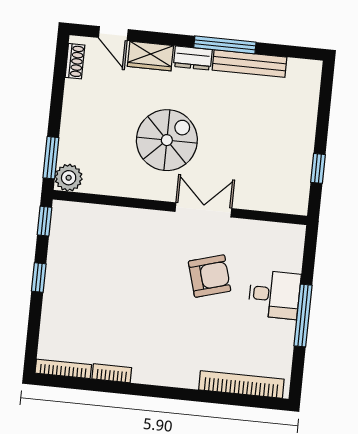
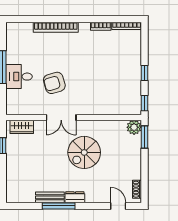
wardrobe: (150, 56) -> (22, 127), moved, turned 180
bench: (250, 64) -> (50, 197), width x0.73
bookcase: (241, 384) -> (56, 27), moved

